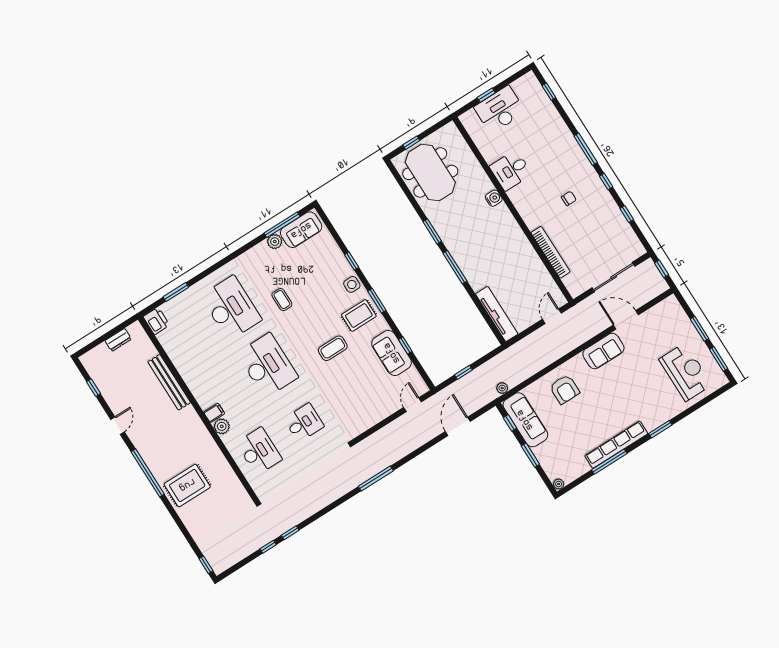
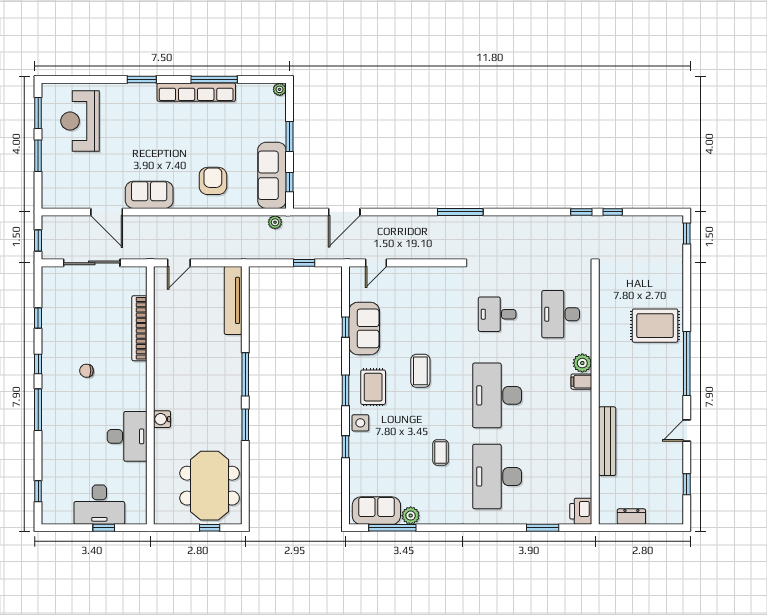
desk: (511, 170) -> (127, 436), width x1.37
rug: (359, 315) -> (373, 387), turned 90
coffee table: (333, 348) -> (420, 371), turned 90

